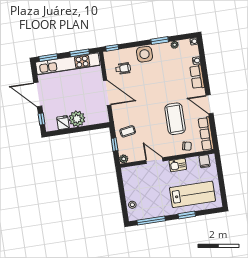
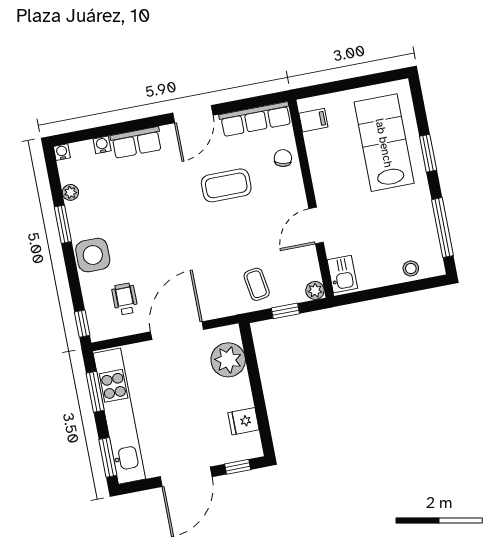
plant: (77, 119) -> (228, 360), moved
coffee table: (175, 119) -> (226, 185), width x0.73, depth x0.76
kitchen sink: (178, 165) -> (342, 274), moved

